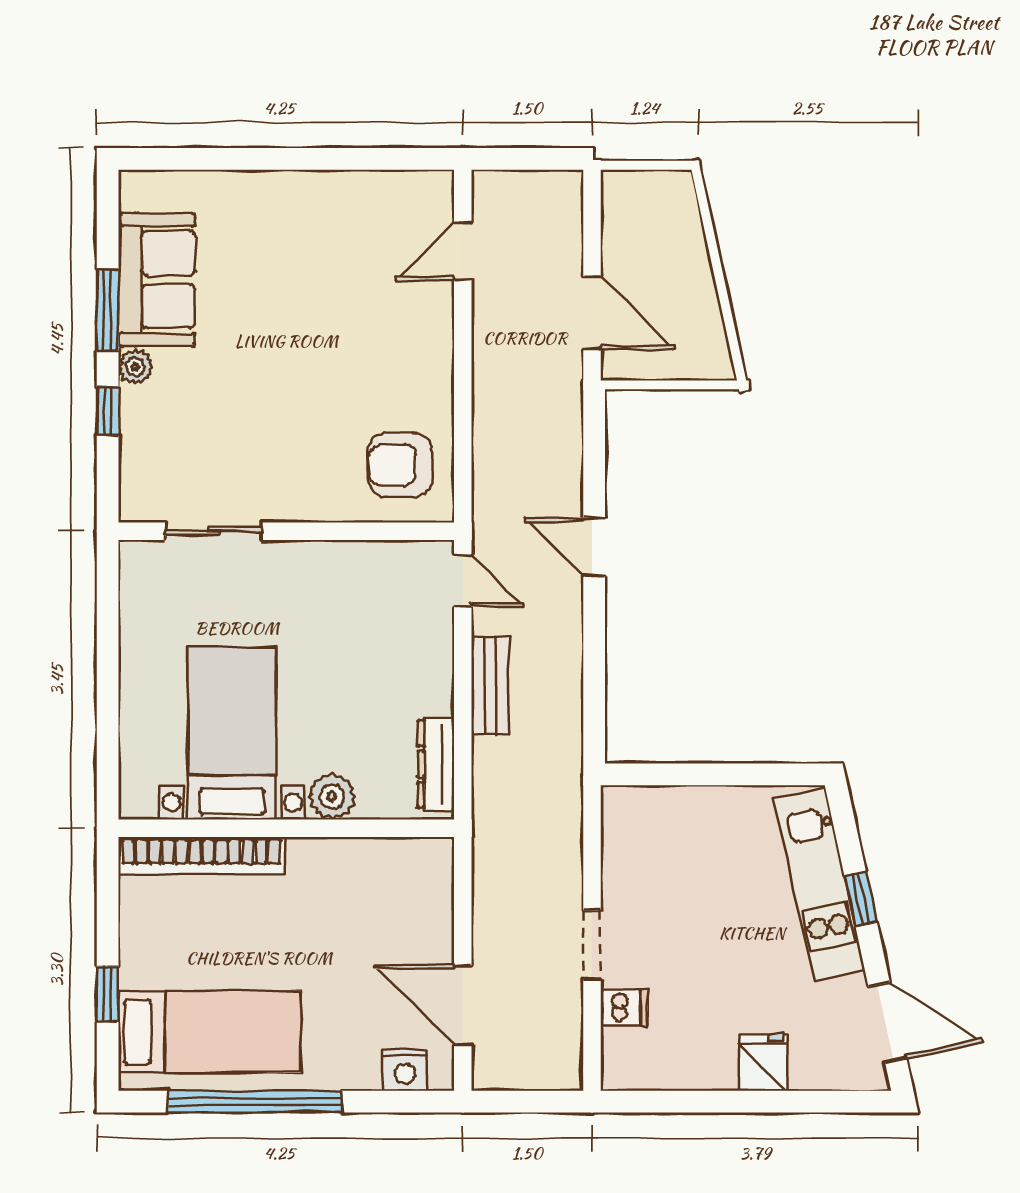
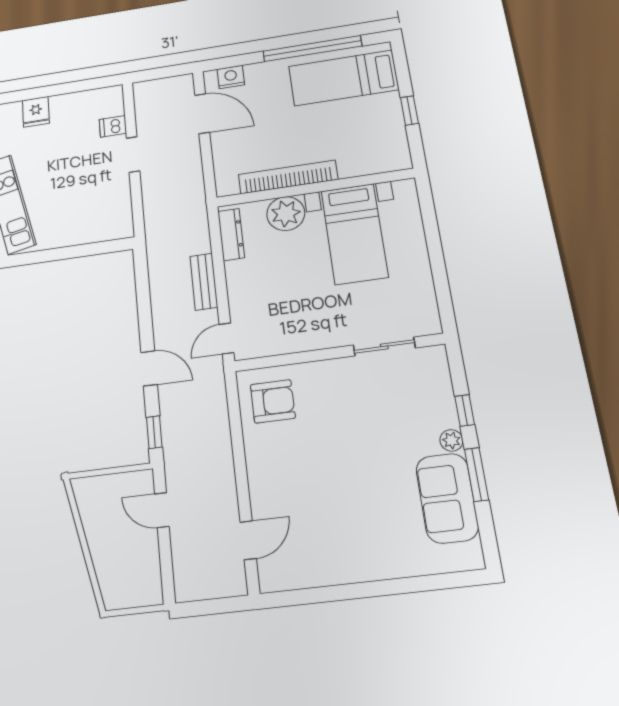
door: (592, 313) -> (162, 510), width x0.73
window: (594, 439) -> (154, 432), added
door: (463, 580) -> (226, 338), hinge flipped
plant: (332, 796) -> (286, 214), width x1.36, depth x1.36
bookcase: (201, 856) -> (288, 177), moved
window: (108, 994) -> (409, 111), moved

